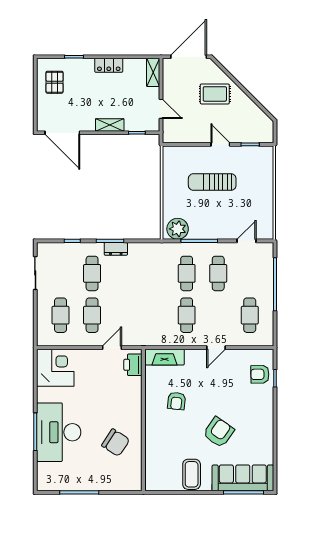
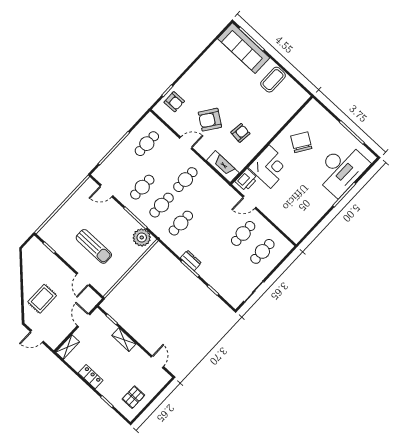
door: (189, 57) -> (37, 336), width x0.53
rug: (215, 94) -> (42, 299), turned 90
door: (62, 133) -> (157, 362), width x0.53
door: (220, 144) -> (83, 279), moved
cafe table: (92, 273) -> (181, 223), moved
corner desk: (55, 368) -> (270, 167), moved, turned 180
desk: (59, 432) -> (341, 169), moved
armchair: (219, 432) -> (210, 120), moved

